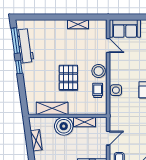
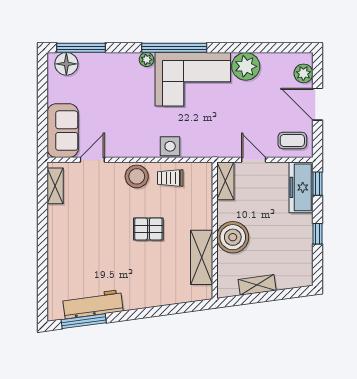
shelving: (78, 24) -> (55, 186), moved
window: (19, 67) -> (130, 315), removed
pallet: (68, 78) -> (148, 229), width x0.67, depth x0.71
shelving: (85, 122) -> (225, 181), moved

